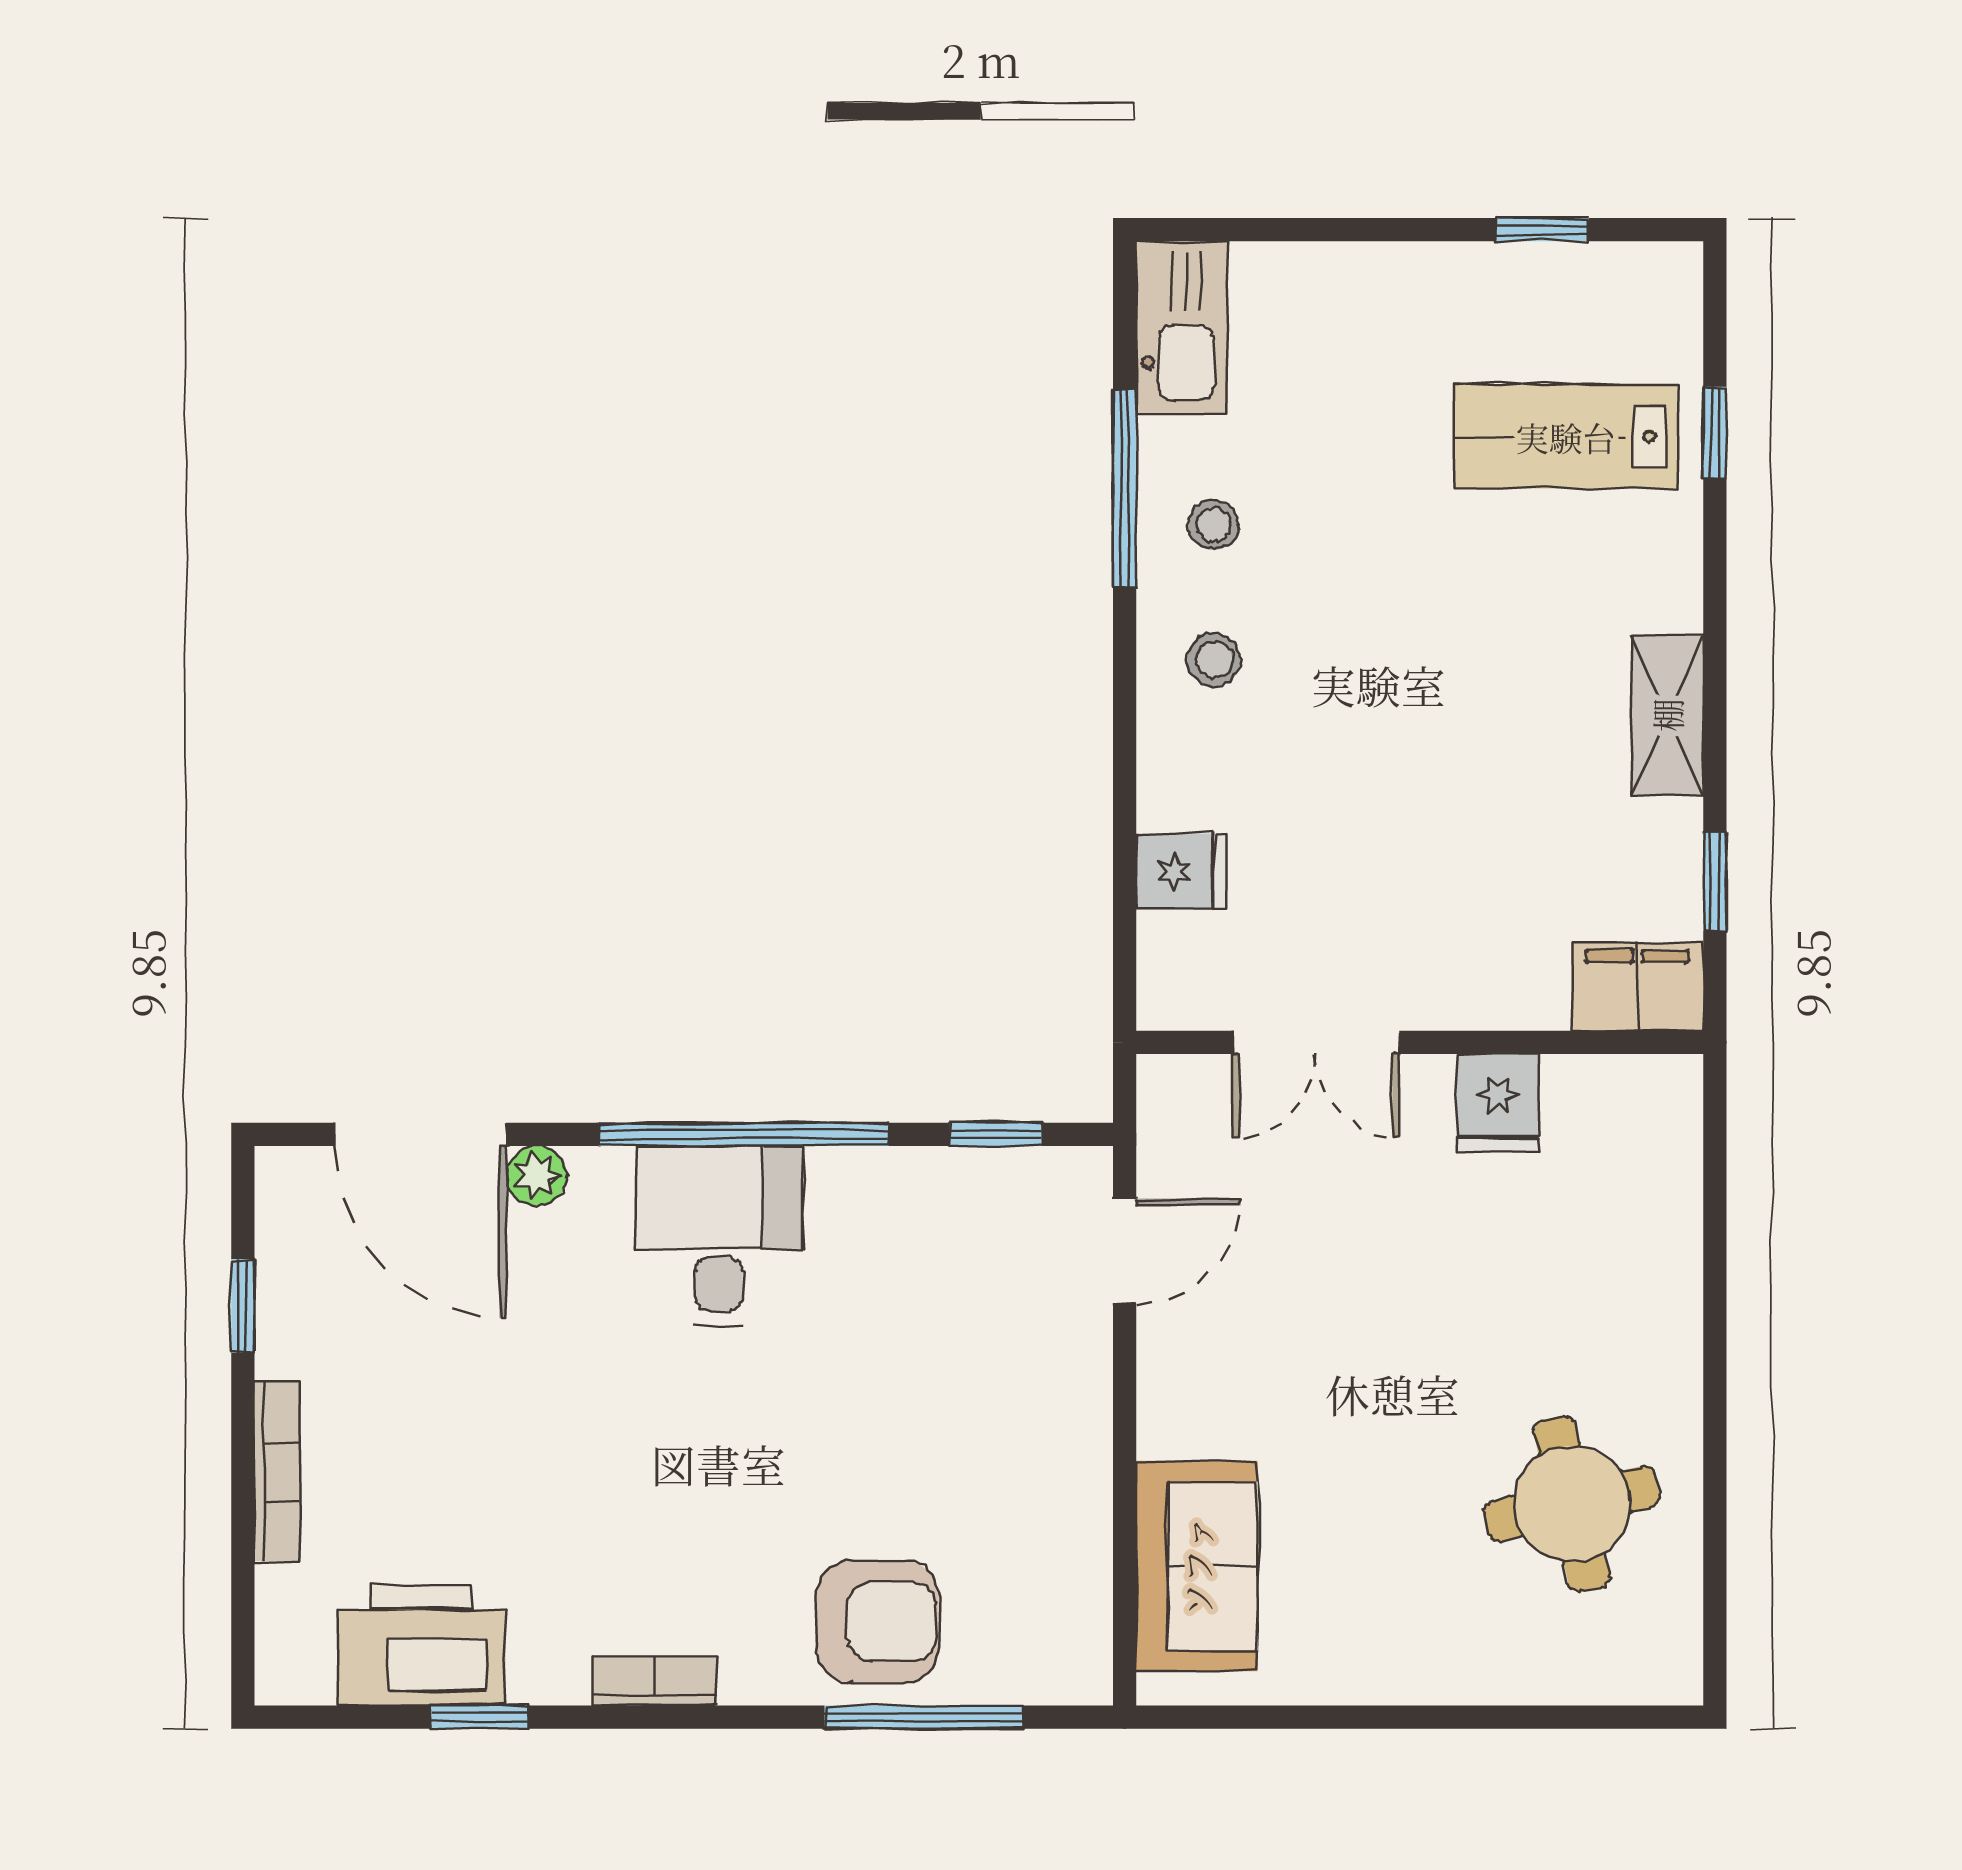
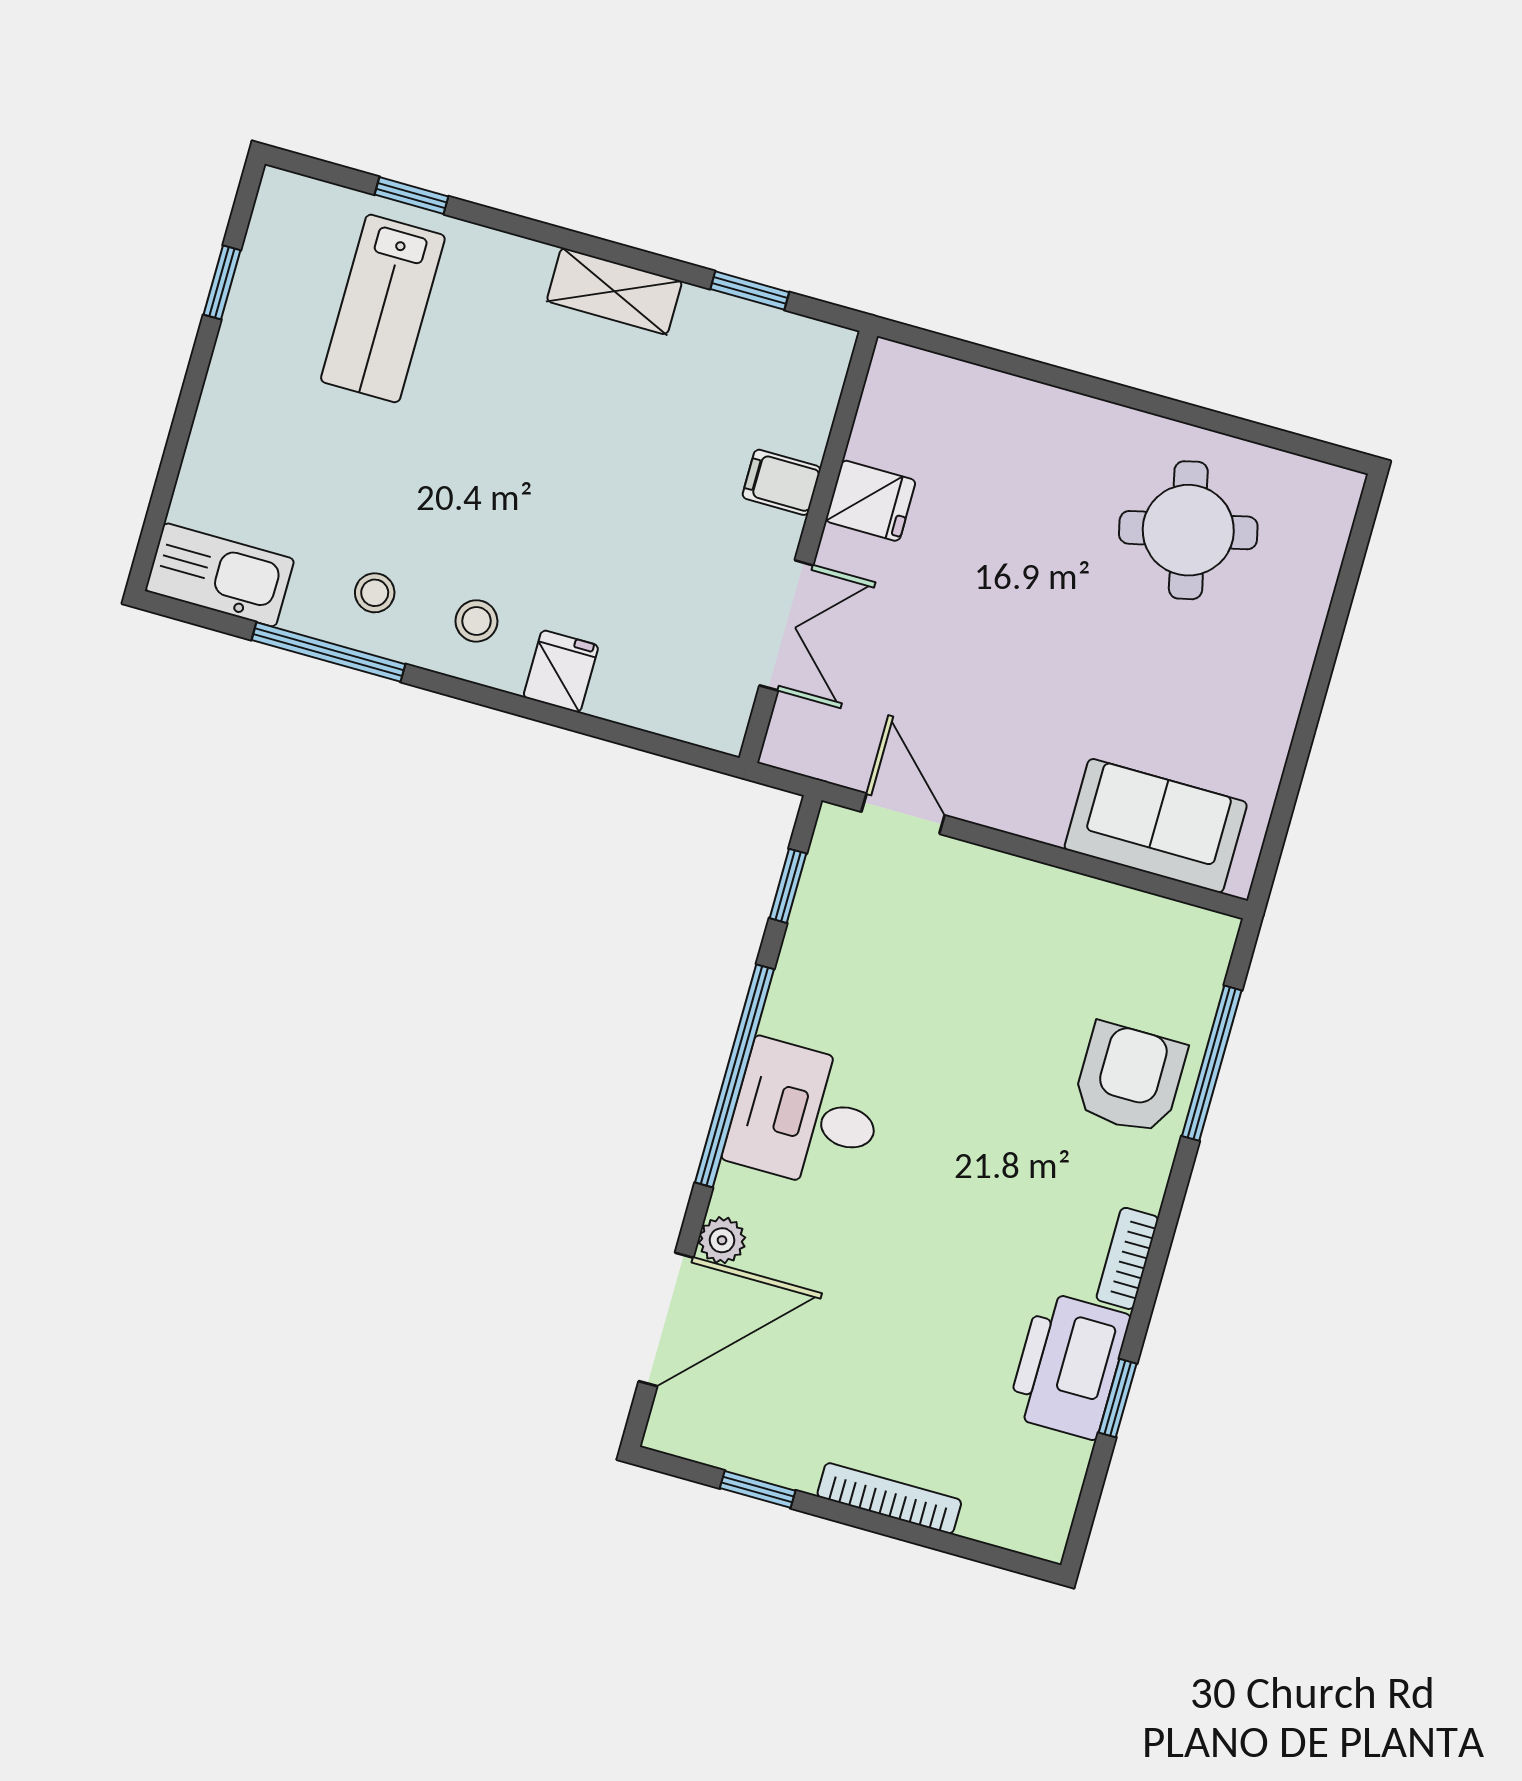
fridge: (1181, 871) -> (561, 671), moved
filing cabinet: (1638, 987) -> (782, 482), moved, width x0.50
printer: (422, 1645) -> (1068, 1365), moved

